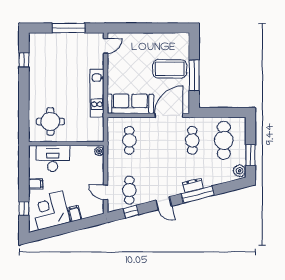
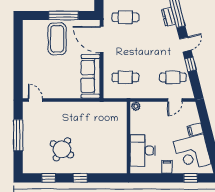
window: (24, 93) -> (80, 178), added
kitchen unit: (97, 93) -> (80, 108), removed
round table: (50, 121) -> (62, 149), moved, turned 33
window: (131, 212) -> (190, 64), moved

